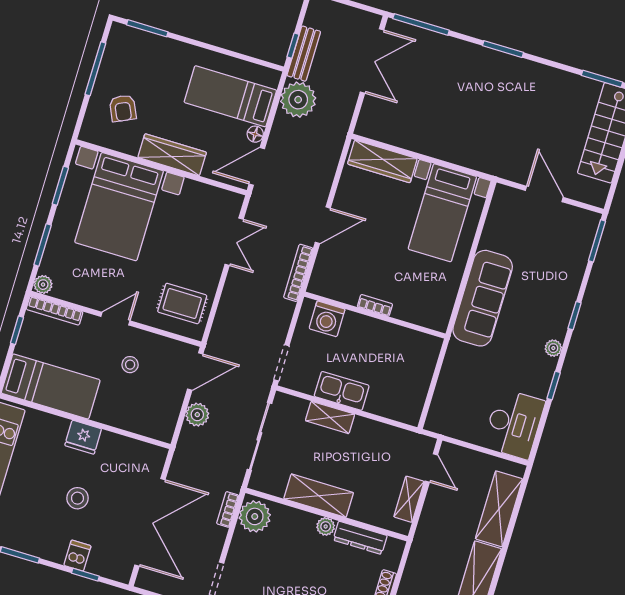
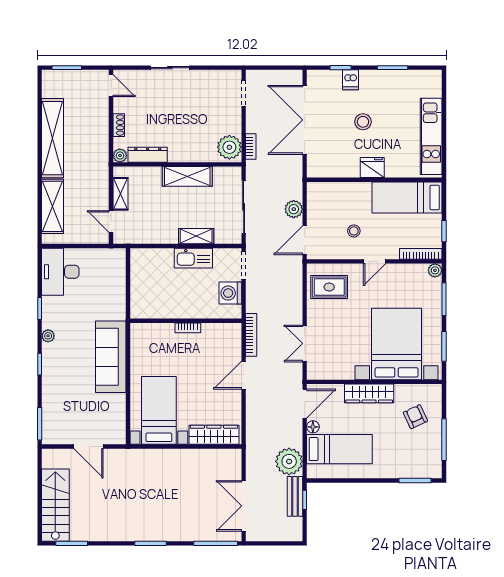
washing machine: (327, 319) -> (230, 293), moved, turned -90
plant: (326, 526) -> (120, 156), moved

